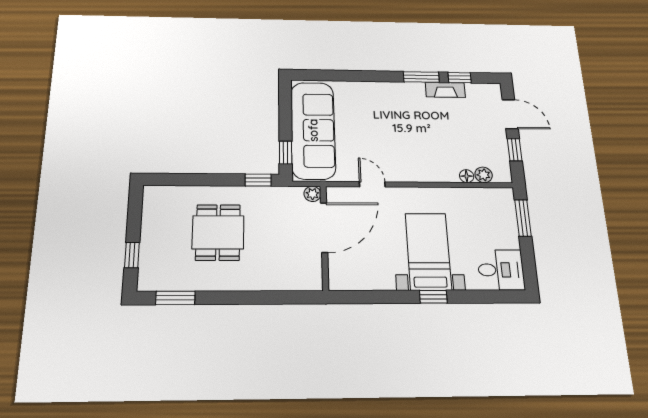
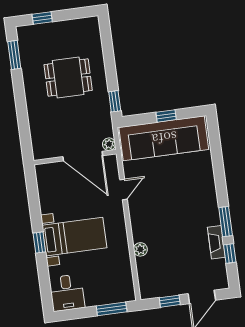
window: (286, 153) -> (166, 116), moved
plant: (484, 175) -> (140, 249), moved
floor lamp: (467, 176) -> (141, 263), removed

